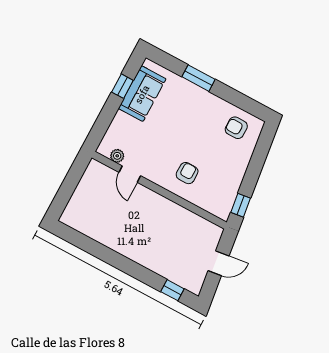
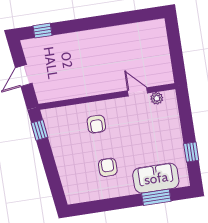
window: (199, 78) -> (156, 197), moved
sofa: (142, 94) -> (156, 178), moved, turned 90
armchair: (236, 128) -> (108, 167), moved, turned -90

